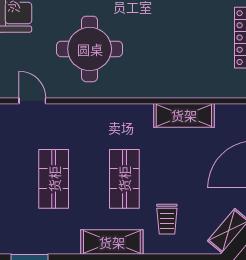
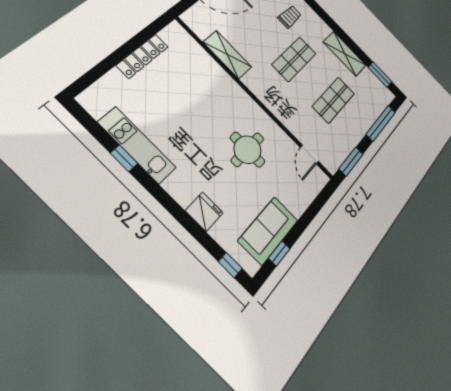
round table: (90, 49) -> (248, 150), width x0.73, depth x0.73
shelving: (112, 242) -> (345, 54), moved

